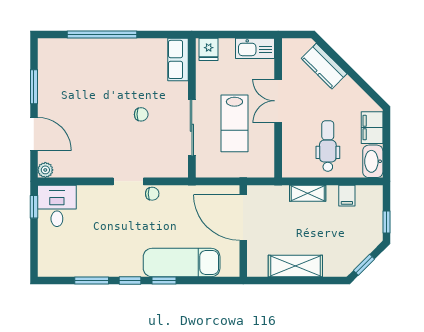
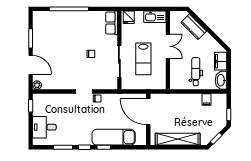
double door: (278, 101) -> (168, 46), swing flipped
shelving: (308, 193) -> (184, 98), removed
desk: (57, 206) -> (44, 127), moved, turned -90
shelving: (295, 266) -> (178, 139), width x1.47

